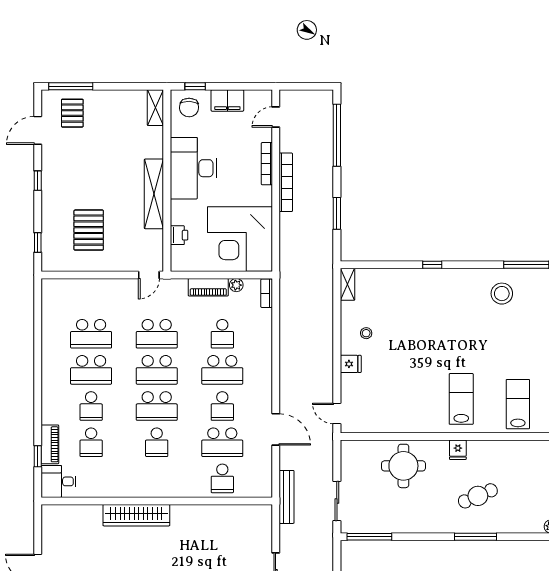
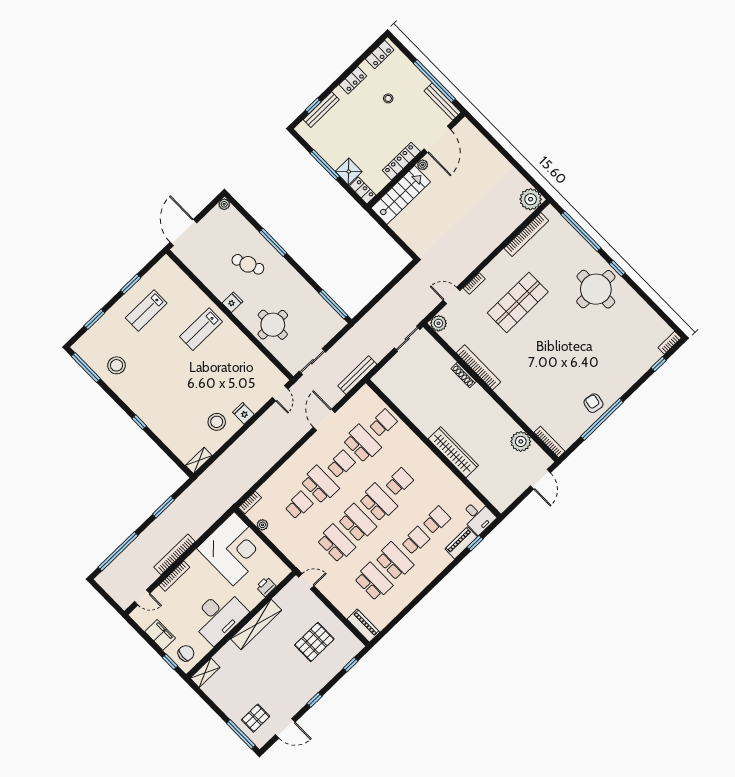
piano: (208, 287) -> (363, 626), moved
stool: (366, 333) -> (217, 422), width x1.89, depth x1.89
lab bench: (518, 404) -> (146, 310), moved
sliding door: (337, 501) -> (312, 362), moved

